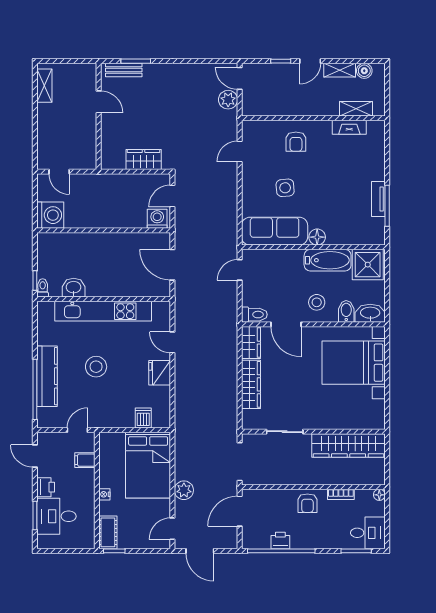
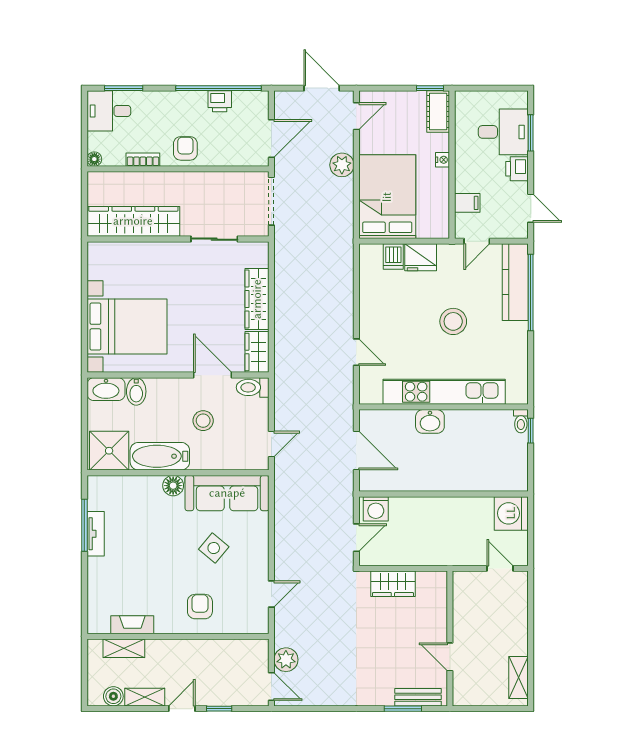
side table: (285, 188) -> (214, 548), turned 45
washbasin: (74, 288) -> (430, 421), moved
stool: (317, 302) -> (203, 421), moved
fridge: (160, 373) -> (421, 257), moved, turned 90
kitchen counter: (47, 376) -> (515, 282), moved

